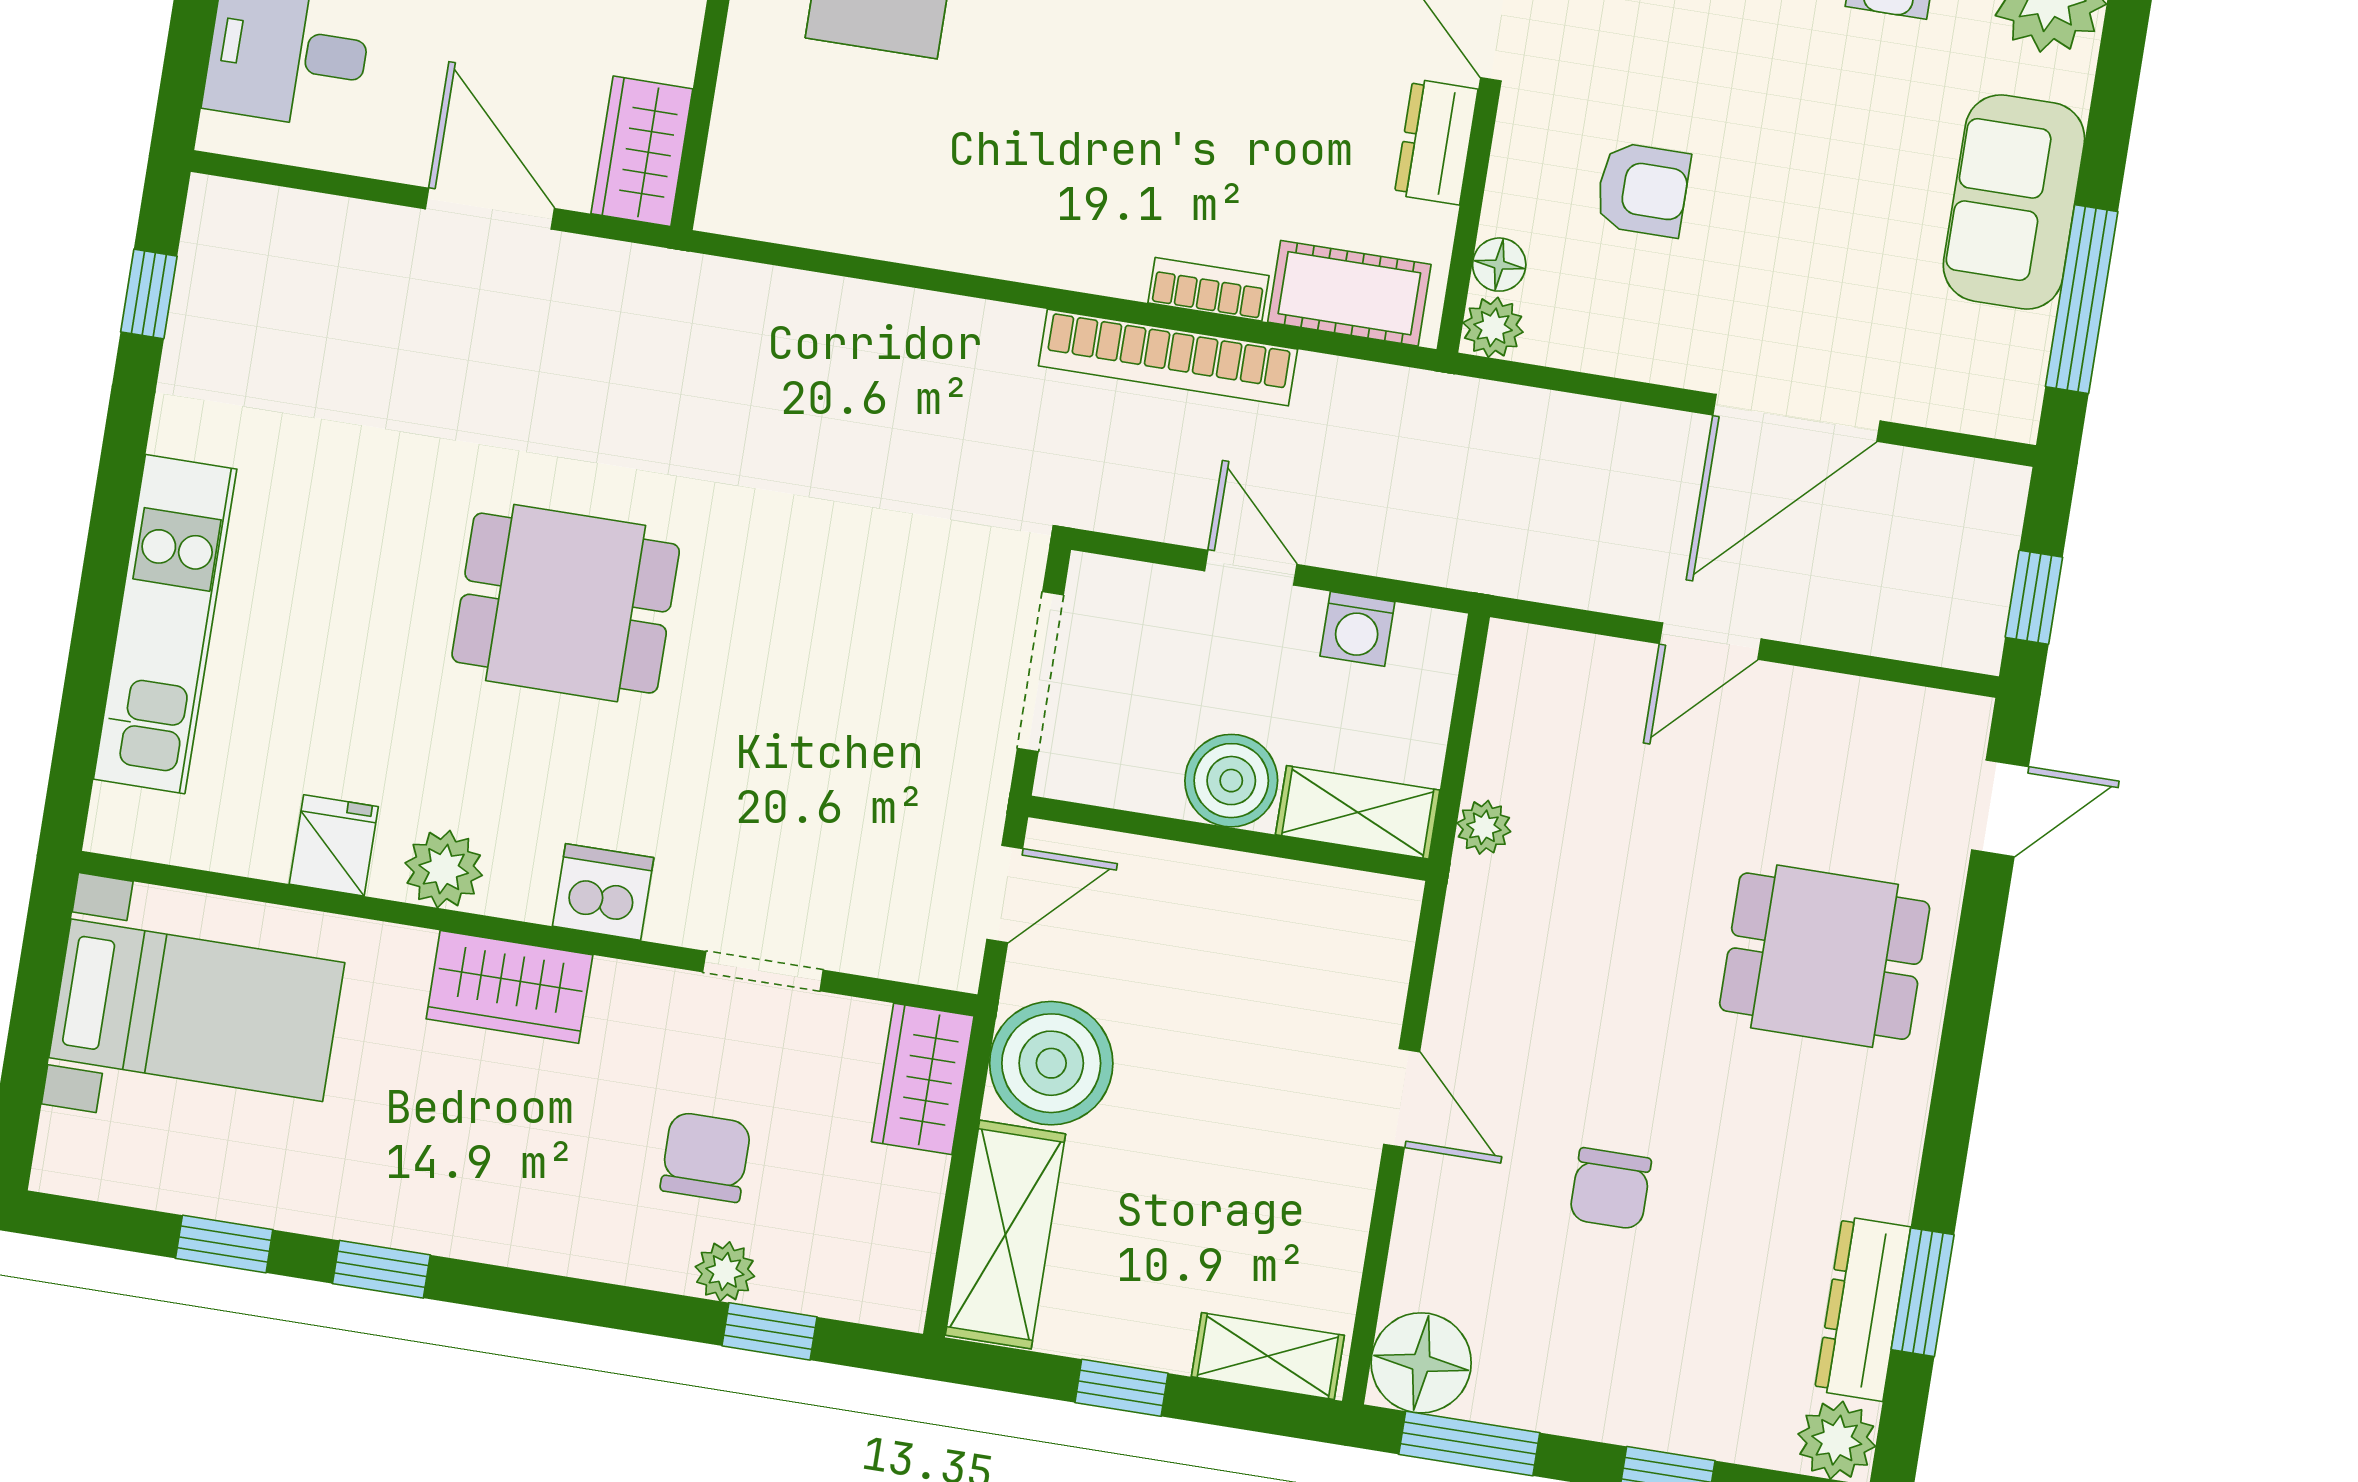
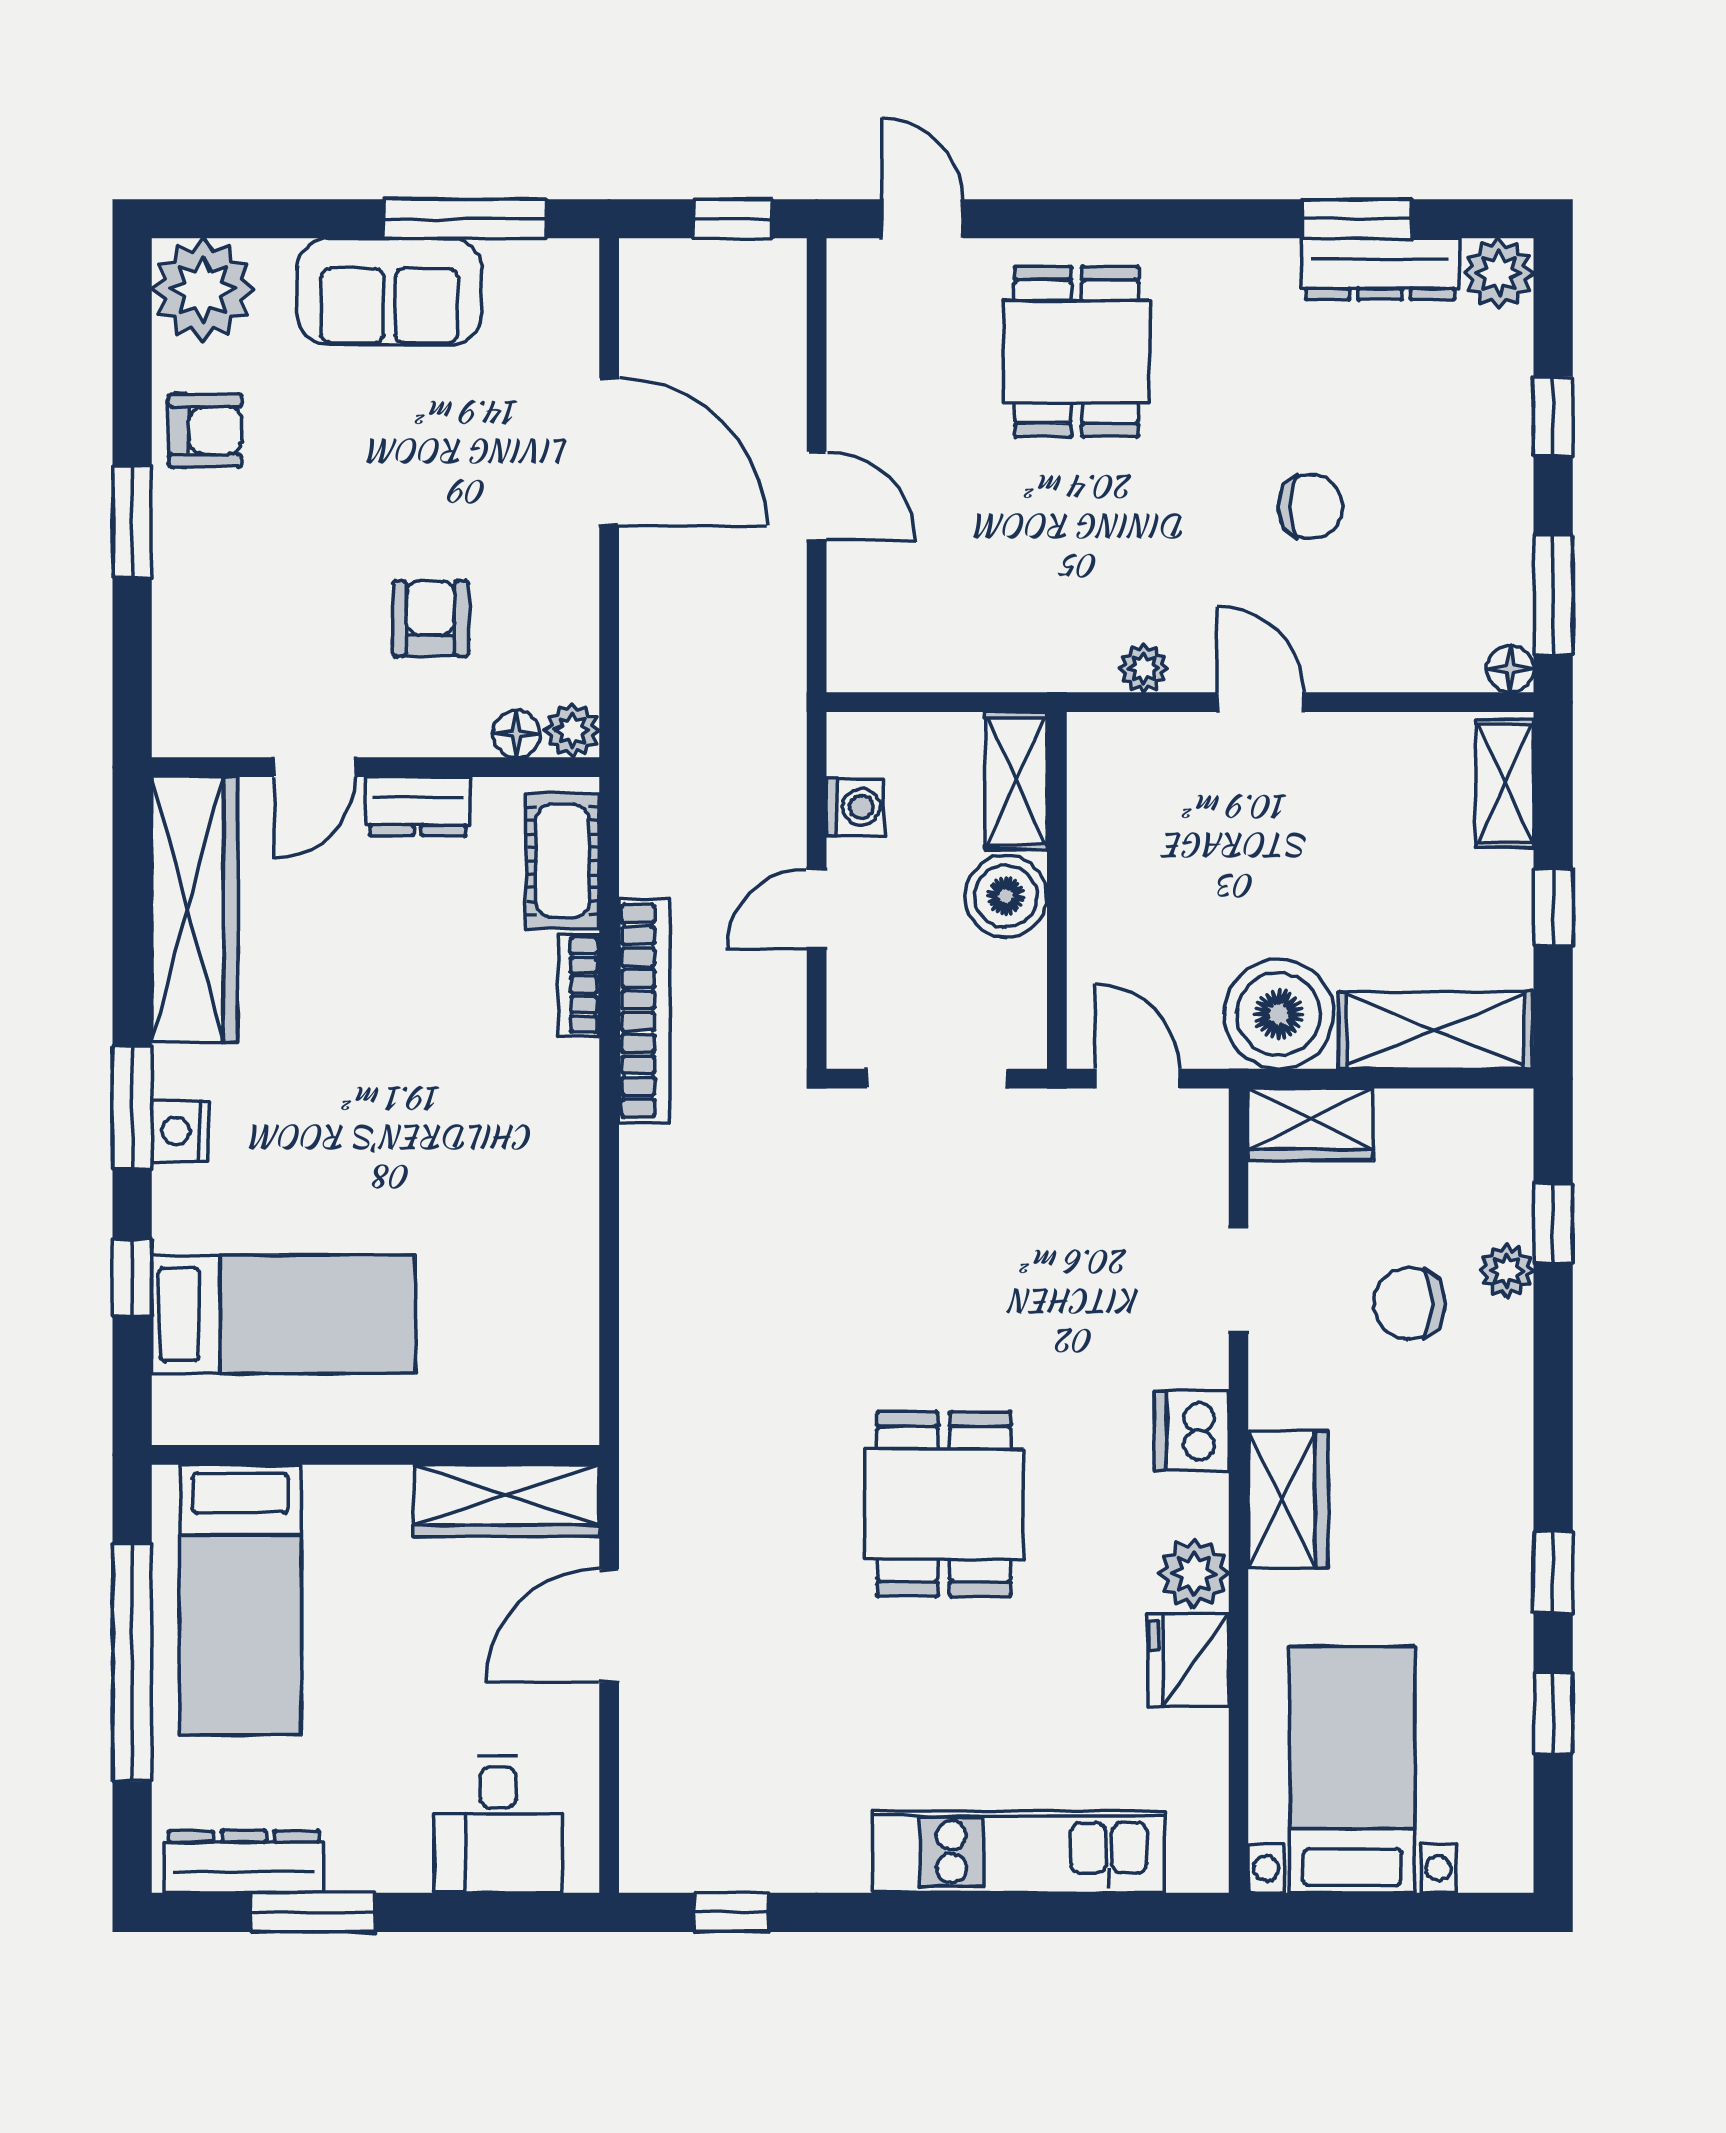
wardrobe: (642, 151) -> (506, 1501), width x1.50
plant: (1484, 827) -> (1144, 668), moved
fridge: (334, 845) -> (1189, 1660), width x1.38
door: (1402, 1098) -> (1260, 702), hinge flipped
floor lamp: (1421, 1363) -> (1510, 669), width x0.53, depth x0.53

